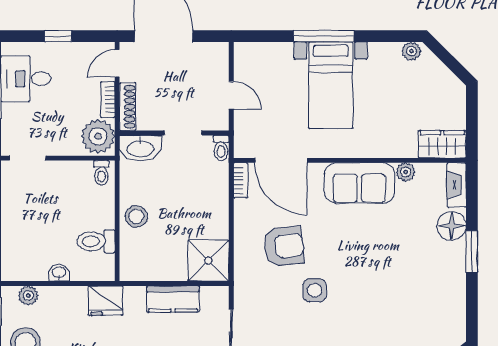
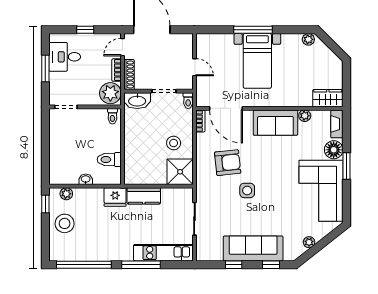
stool: (136, 216) -> (174, 143), moved
corner sofa: (432, 291) -> (321, 191), added
kitchen counter: (173, 299) -> (144, 196), moved

